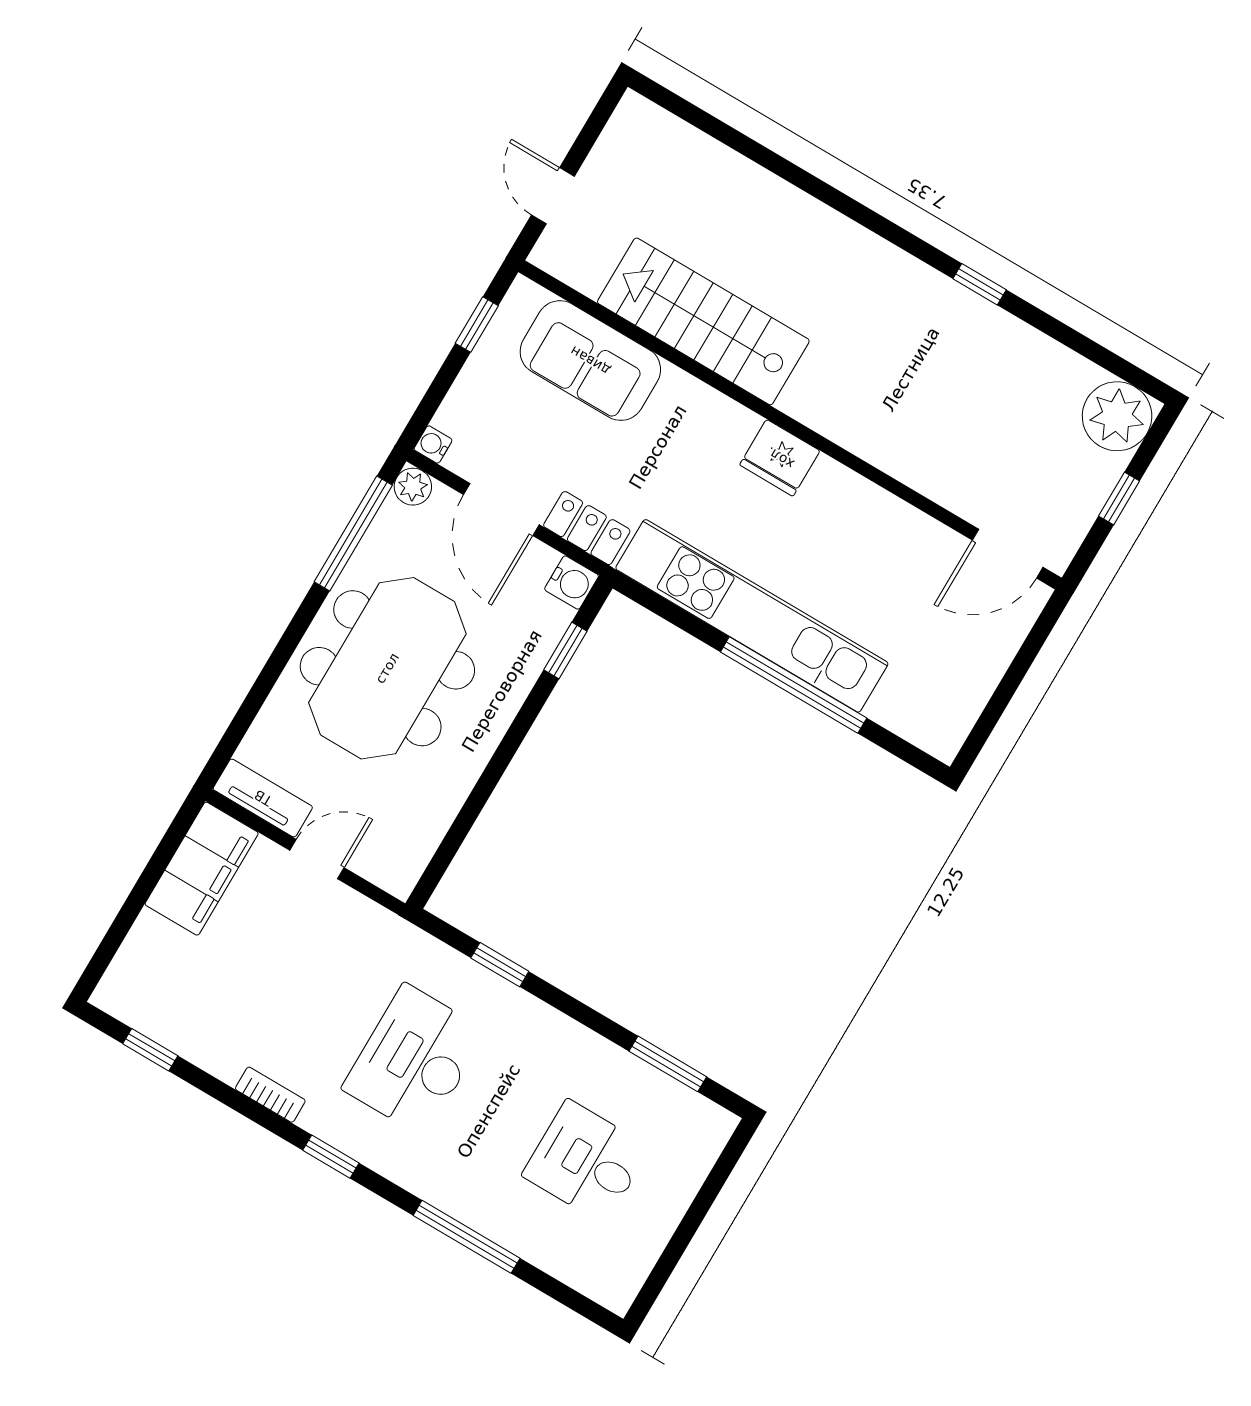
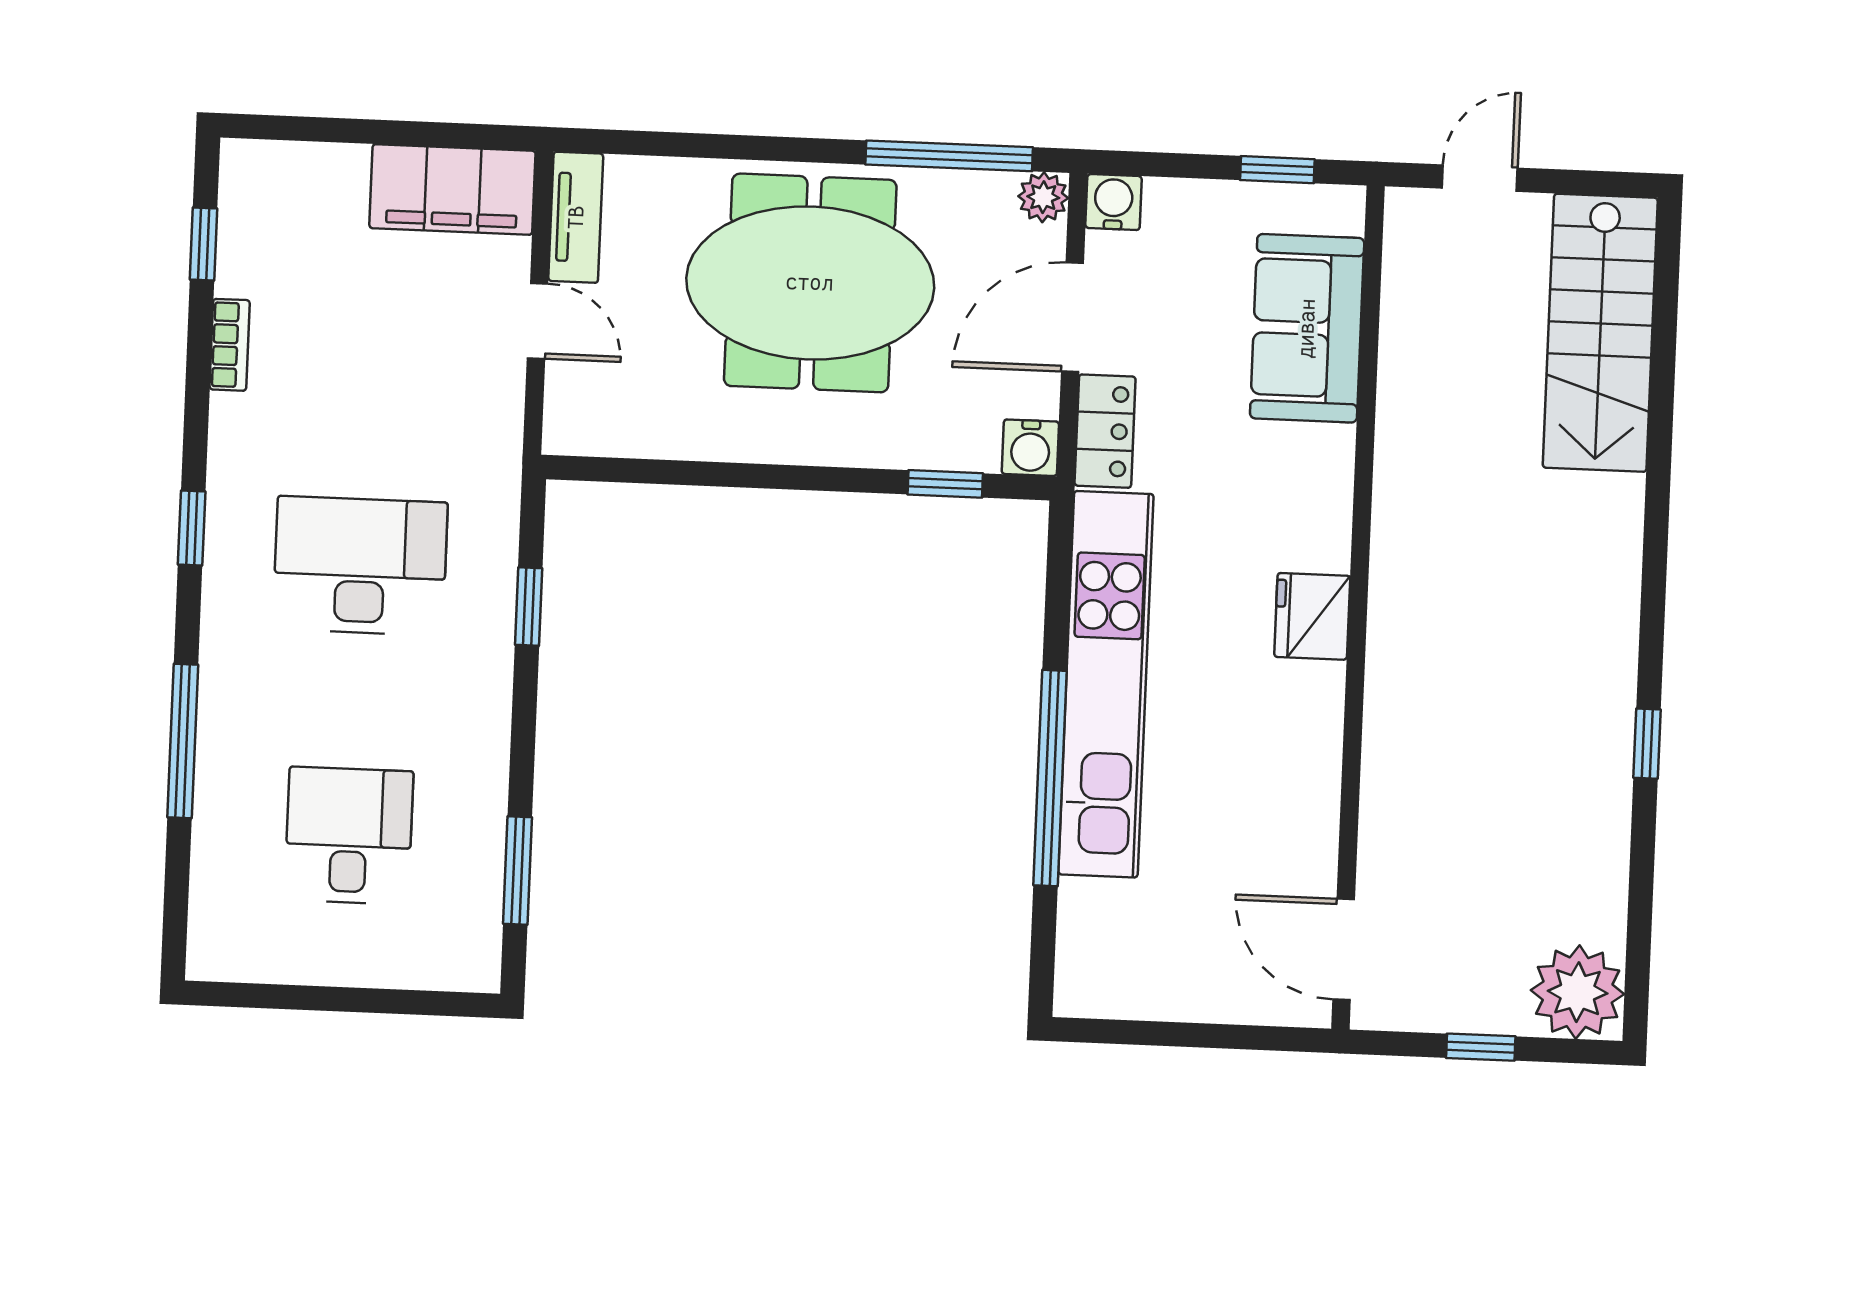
stairs: (703, 321) -> (1600, 333), moved, turned 180
water cooler: (433, 445) -> (1114, 202), width x1.38, depth x1.38
bookcase: (270, 1095) -> (230, 345), moved

